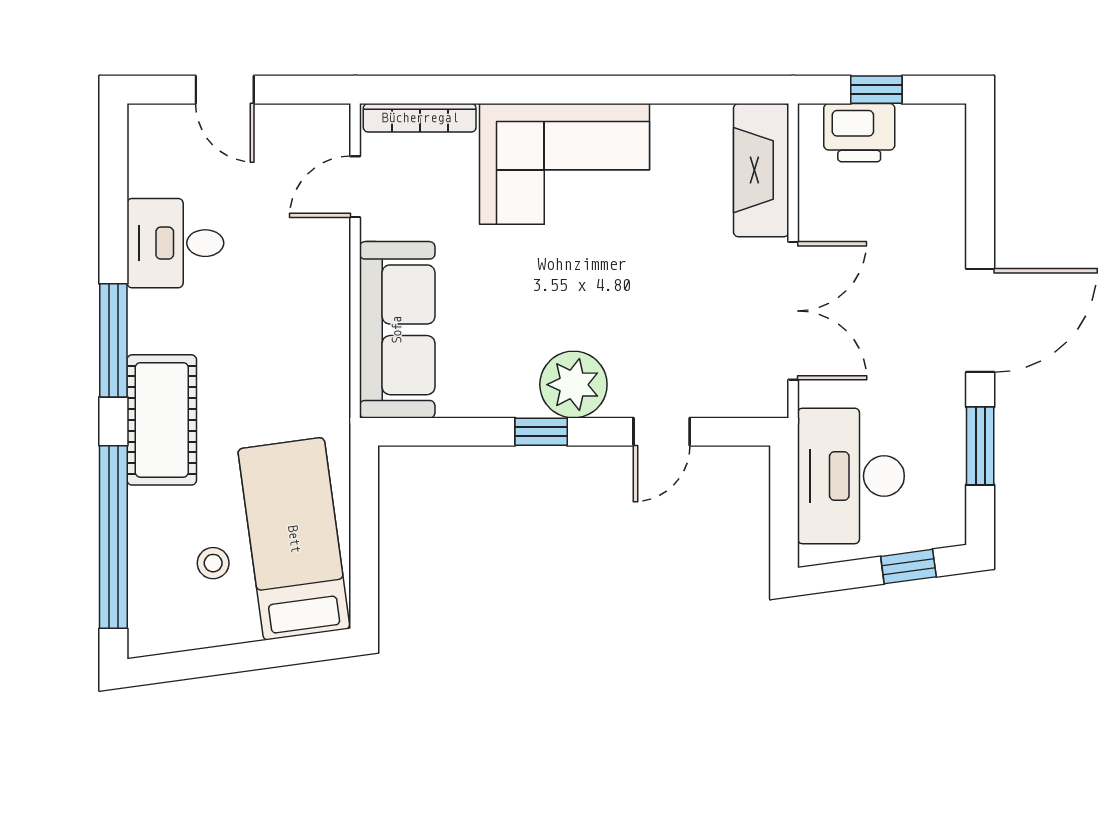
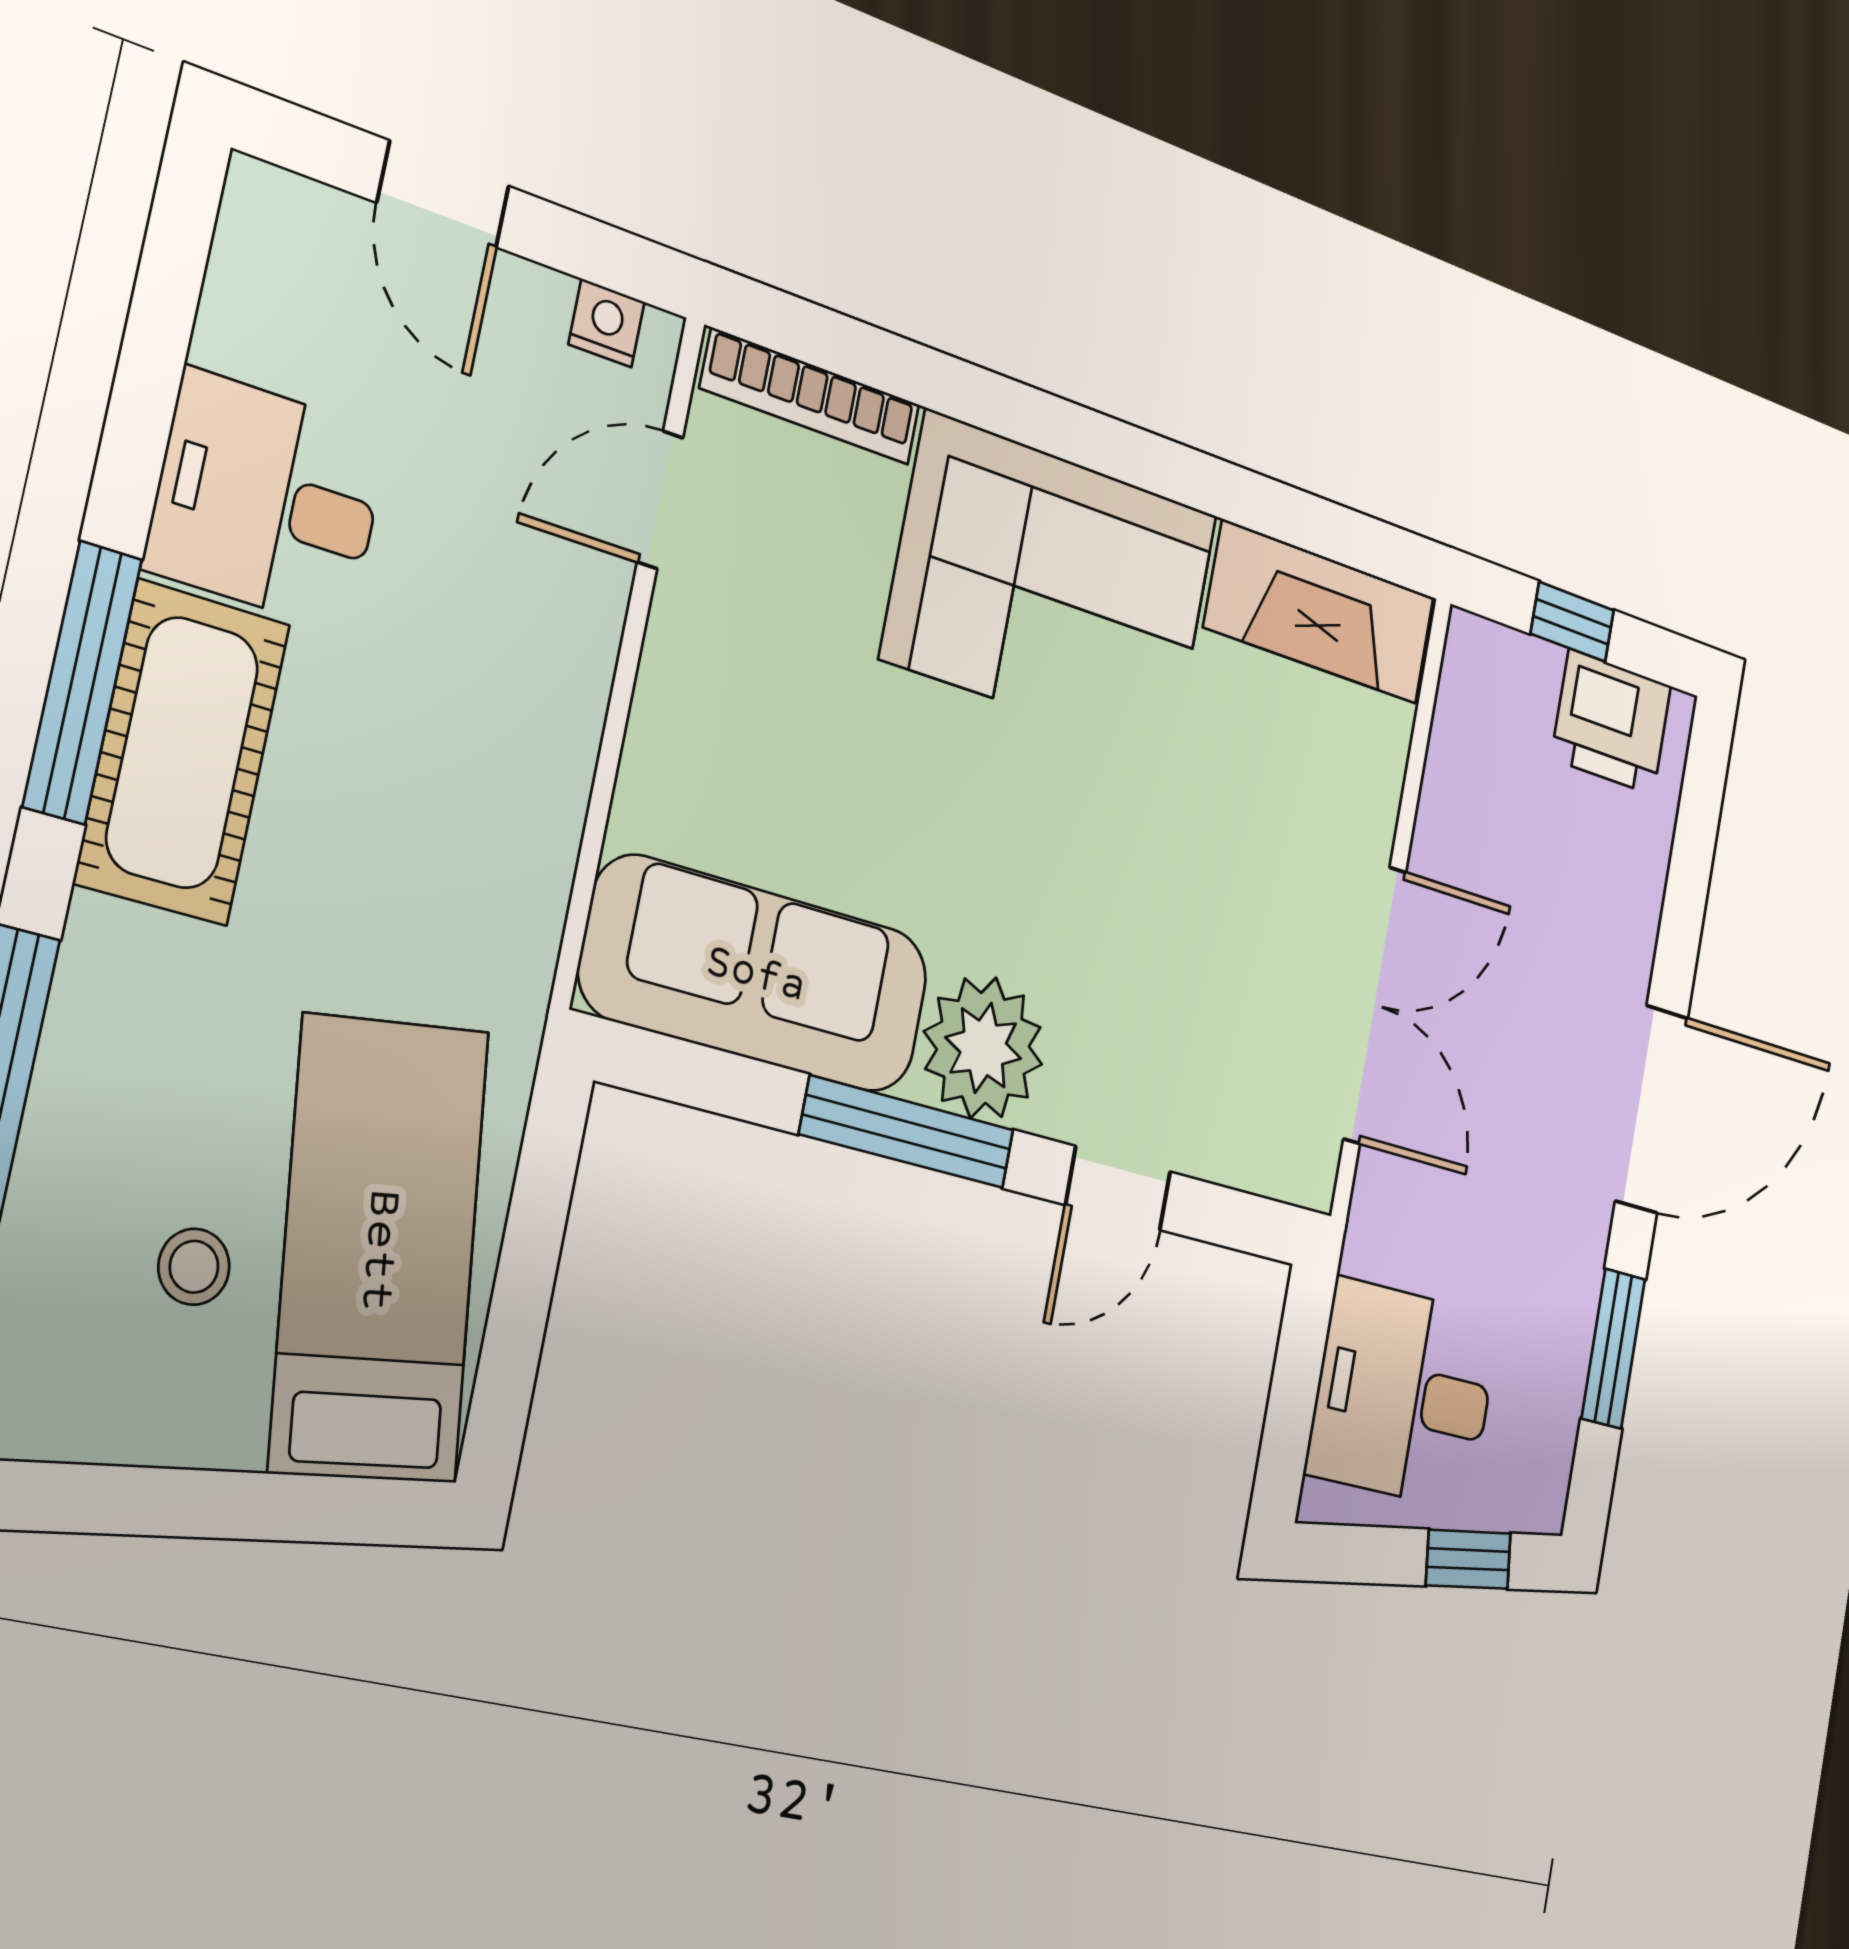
nightstand: (313, 119) -> (607, 323), added
printer: (859, 133) -> (1611, 722), moved
fireplace: (761, 170) -> (1320, 612), moved, turned -90
sofa: (397, 330) -> (756, 975), moved, turned -90
cot: (162, 420) -> (182, 753), moved
window: (541, 432) -> (907, 1132), width x2.17
desk: (851, 476) -> (1404, 1395), width x0.73

